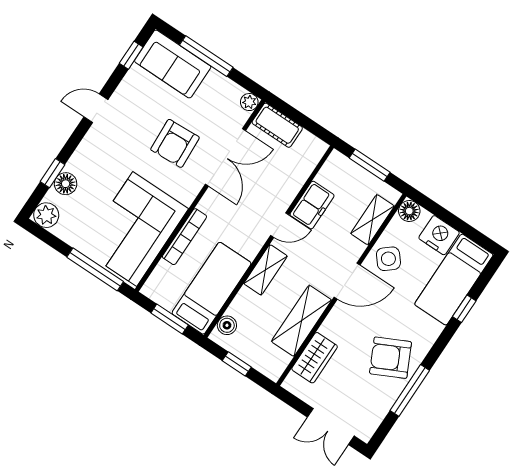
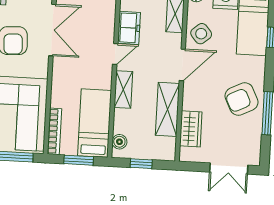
bookcase: (184, 237) -> (54, 131), moved

